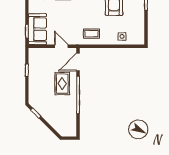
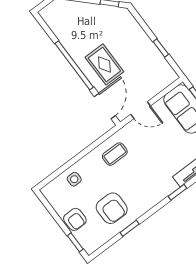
armchair: (137, 16) -> (75, 219), added

